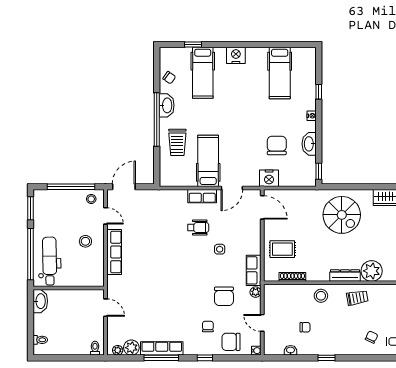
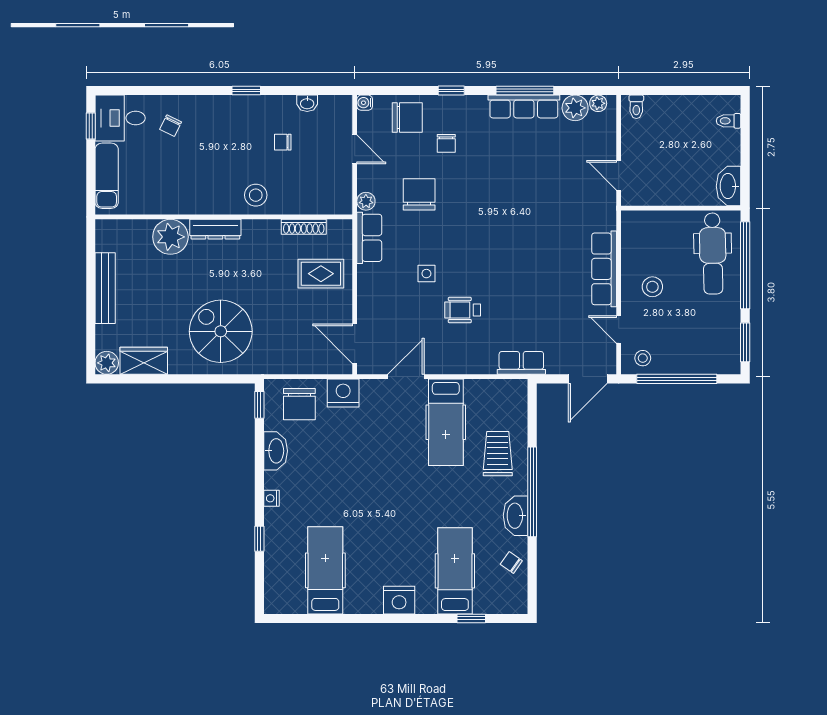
chair: (277, 145) -> (299, 404), moved
row of seats: (202, 196) -> (521, 363), moved
trolley: (357, 298) -> (195, 192), removed

